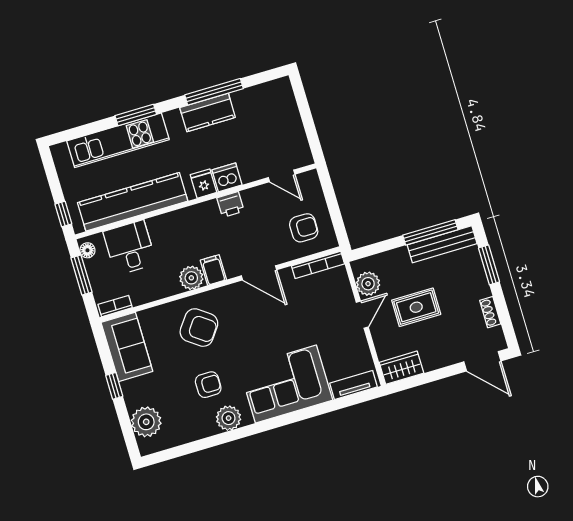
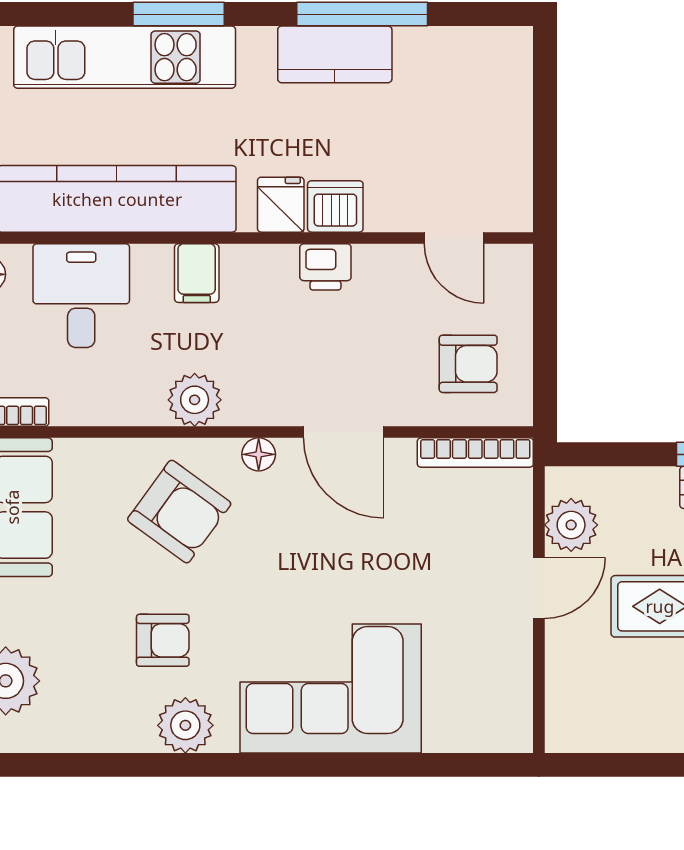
filing cabinet: (213, 270) -> (197, 273), moved, turned 180
floor lamp: (226, 293) -> (259, 454), added
wardrobe: (401, 368) -> (589, 727), removed
tv unit: (354, 385) -> (475, 734), removed

